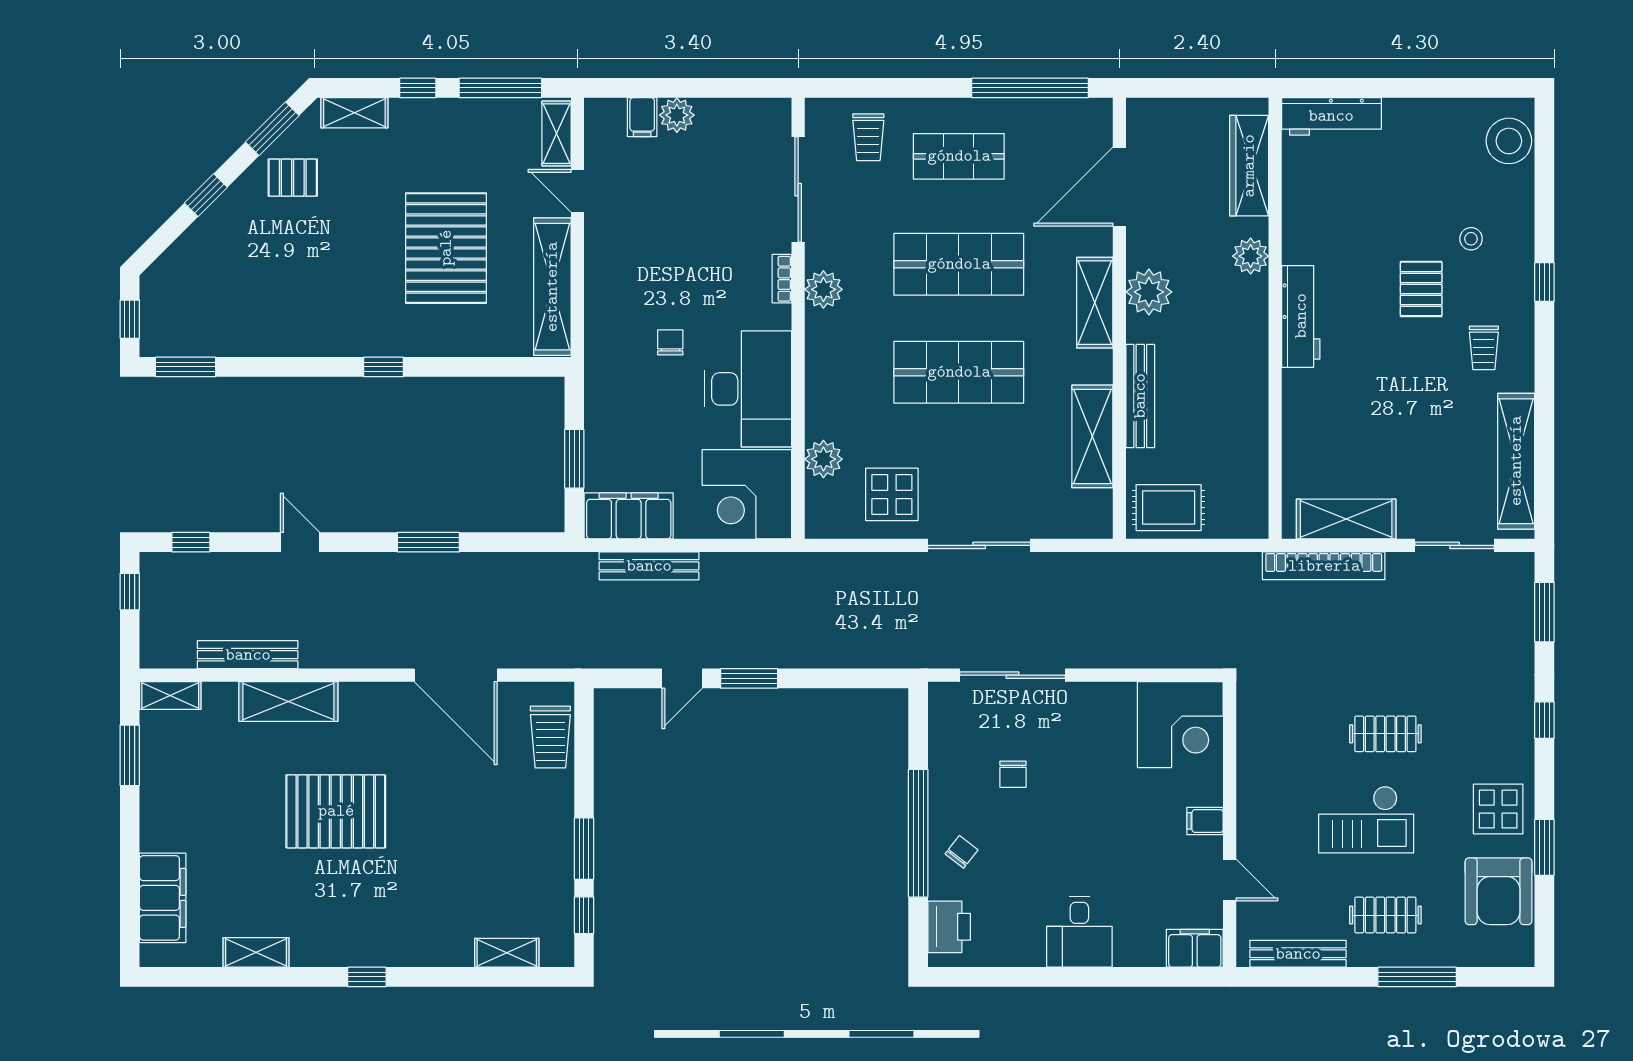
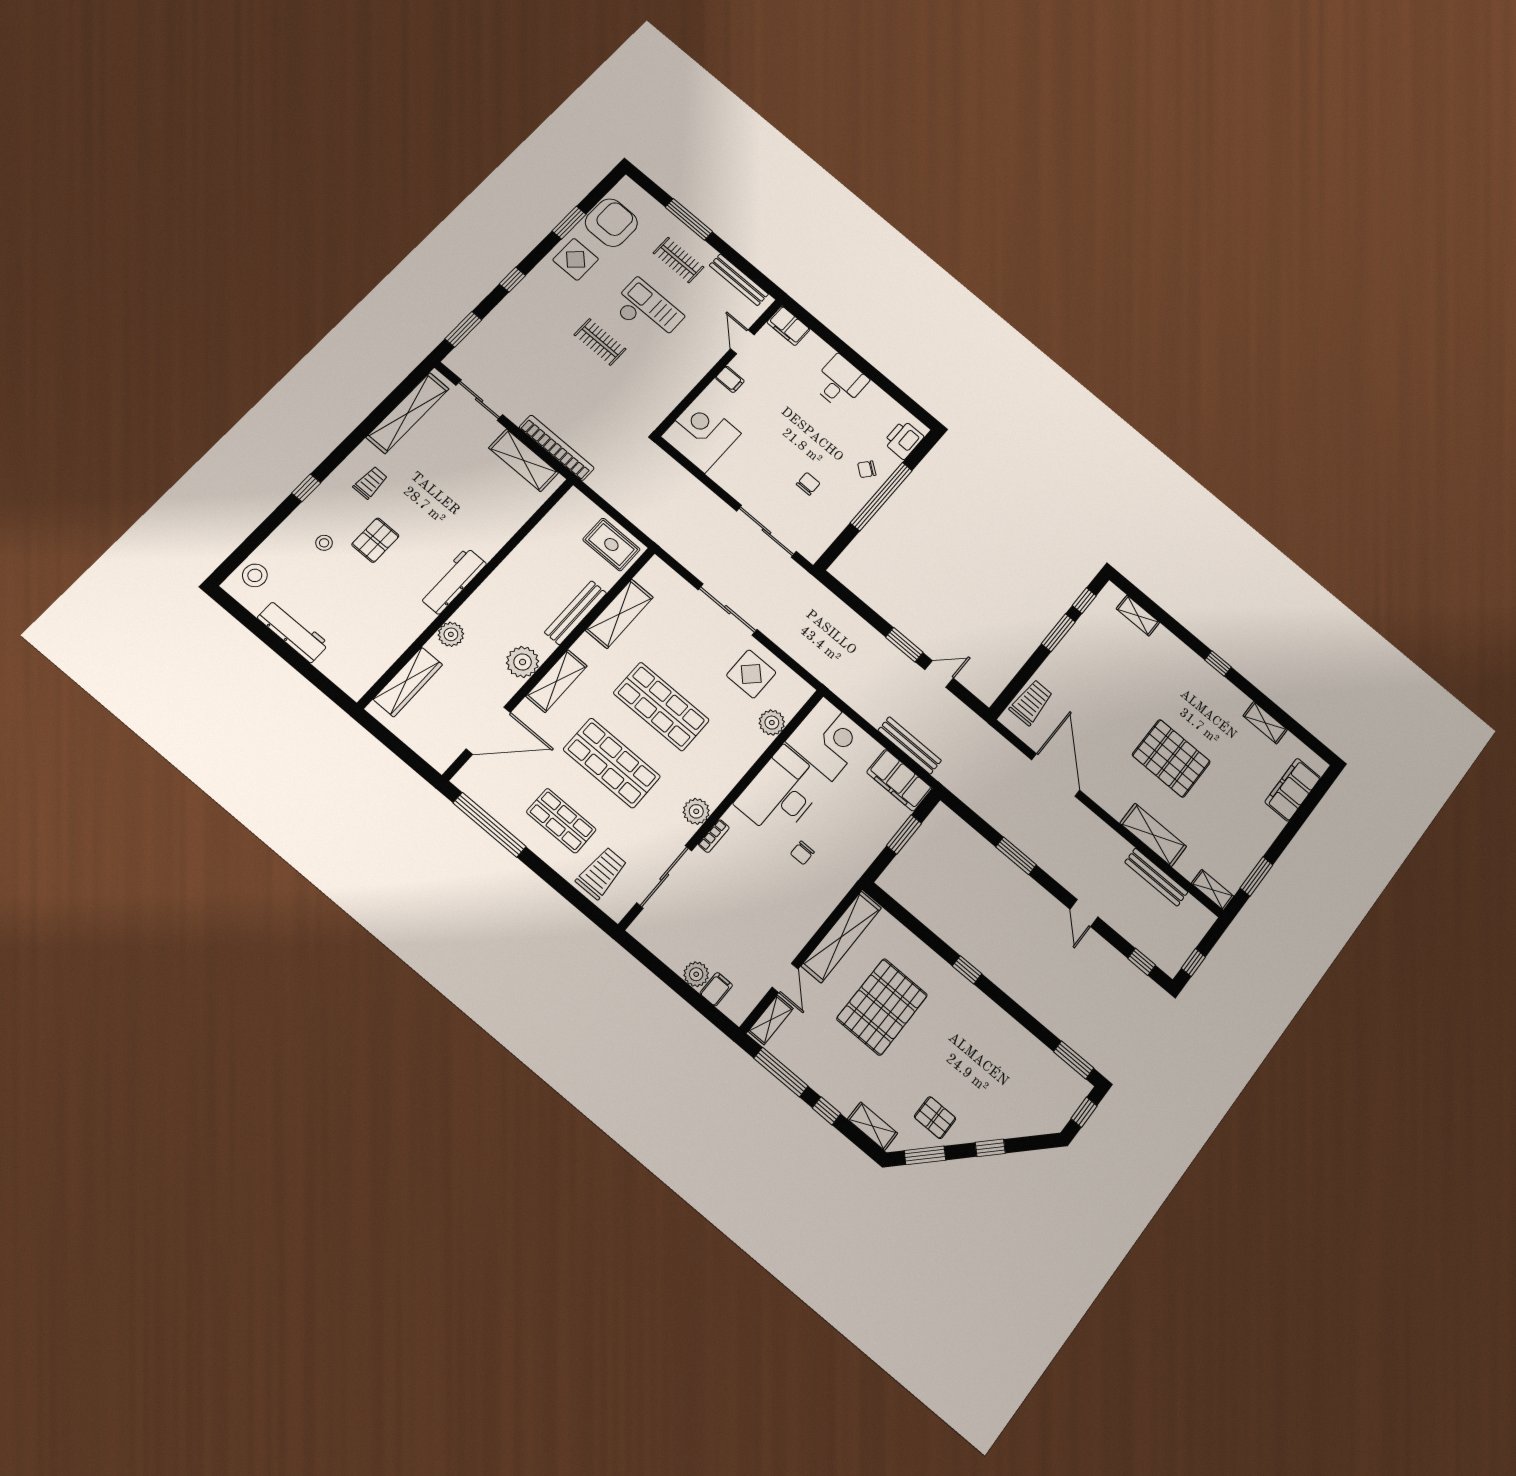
workbench: (1331, 116) -> (293, 631), moved
trolley: (868, 137) -> (602, 873), width x1.36, depth x1.39
stool: (1509, 141) -> (255, 575), width x0.73, depth x0.73

